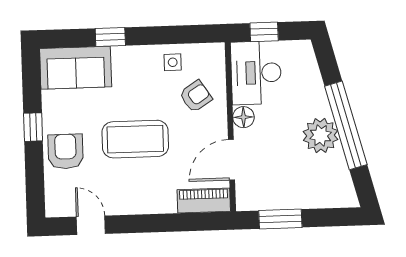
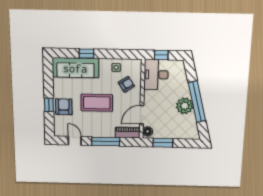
sofa: (76, 68) -> (75, 68), width x1.36
floor lamp: (243, 117) -> (148, 131), moved
window: (33, 127) -> (49, 105), moved
window: (157, 223) -> (106, 141), added

